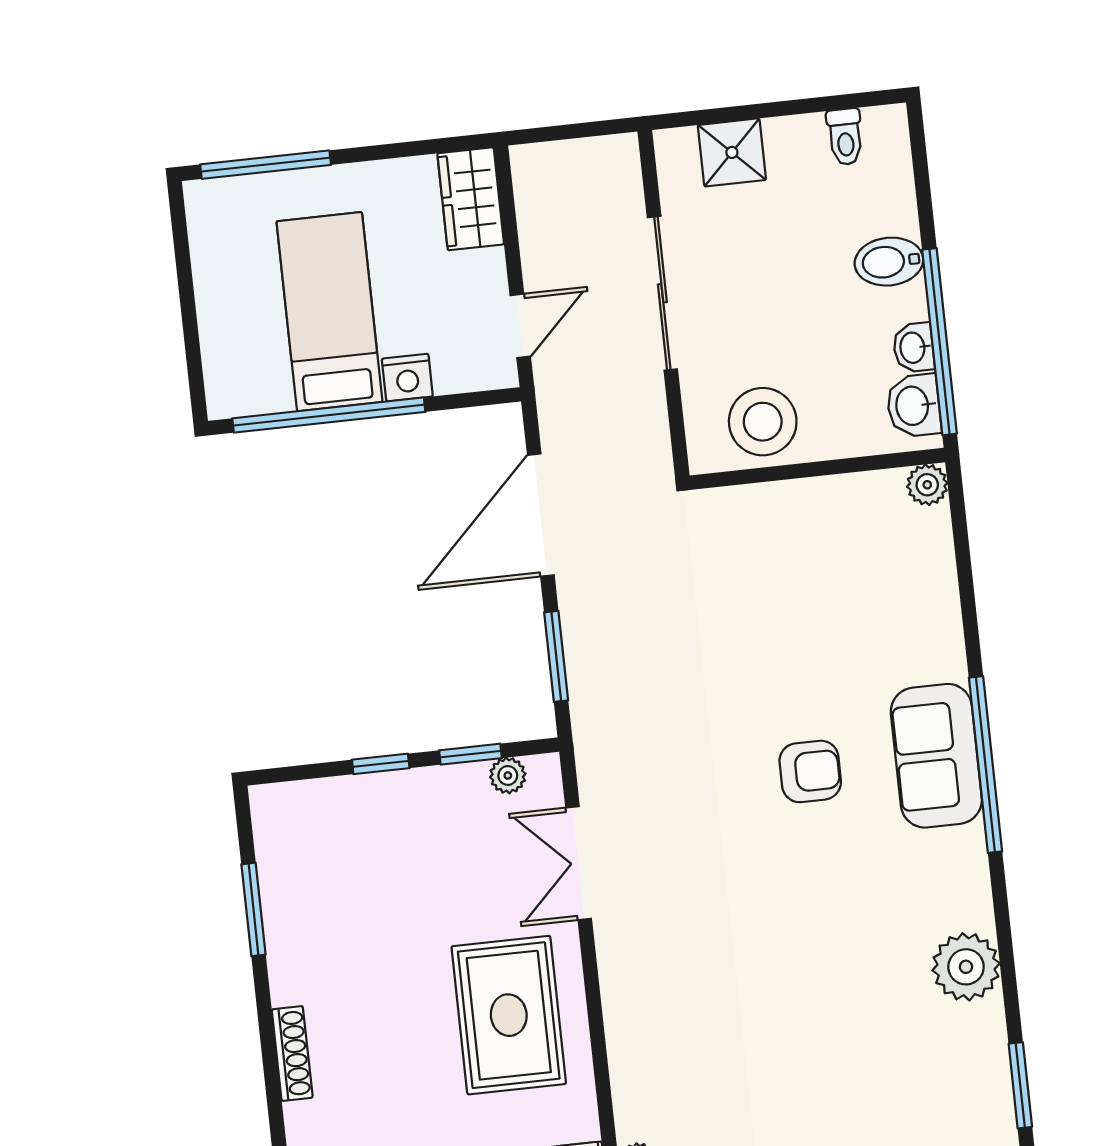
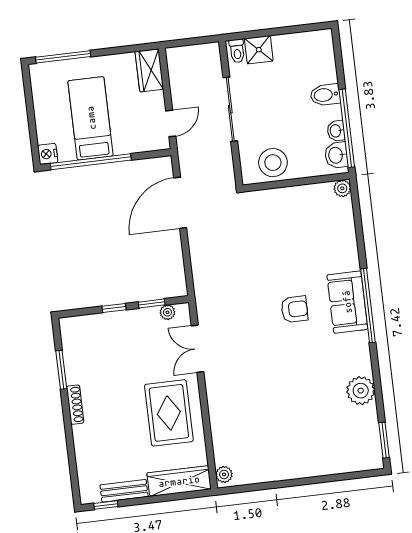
toilet: (845, 137) -> (237, 51), moved
nightstand: (407, 378) -> (48, 154), moved, turned 90
window: (556, 656) -> (187, 262), removed
shoe rack: (292, 1054) -> (75, 405), moved

